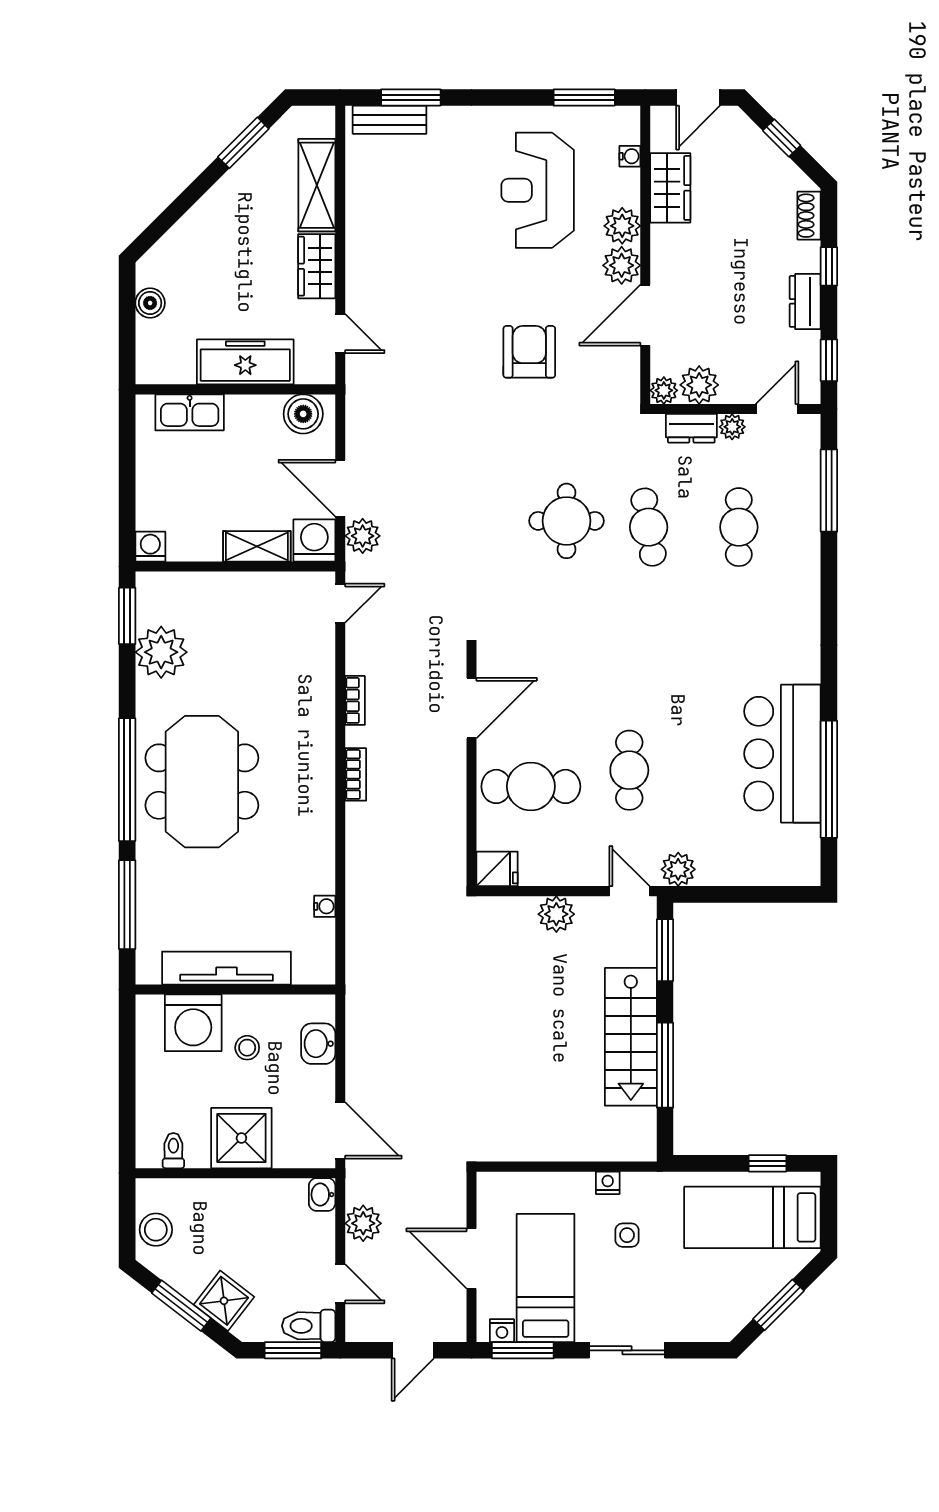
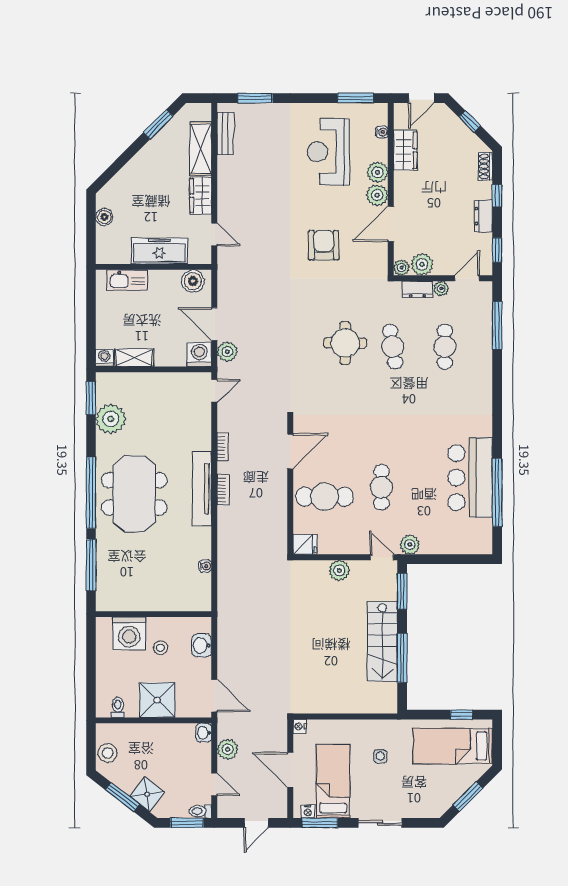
bench: (390, 120) -> (225, 133), moved, turned 90
shelving: (257, 546) -> (134, 358), moved
tv unit: (227, 968) -> (202, 489), moved, turned -90
nightstand: (608, 1183) -> (300, 726), moved, turned -90
toilet: (309, 1326) -> (200, 811), width x0.73, depth x0.72

